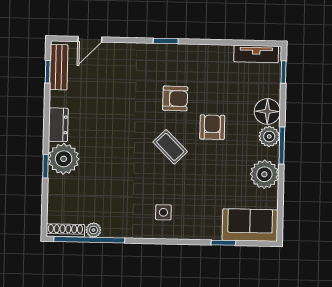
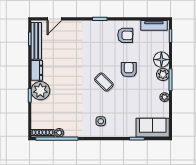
bench: (59, 67) -> (36, 41), width x1.36
armchair: (175, 98) -> (125, 35), moved
plant: (264, 174) -> (165, 97), width x0.53, depth x0.53

